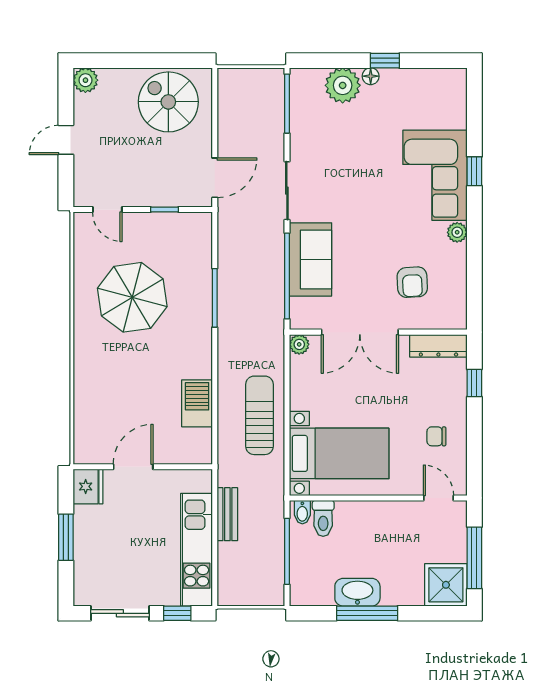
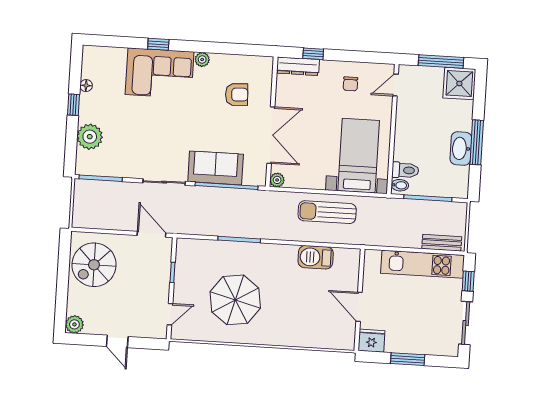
floor lamp: (371, 76) -> (86, 86), moved
dresser: (438, 346) -> (298, 66), moved, turned 90
bench: (227, 514) -> (442, 243), moved

